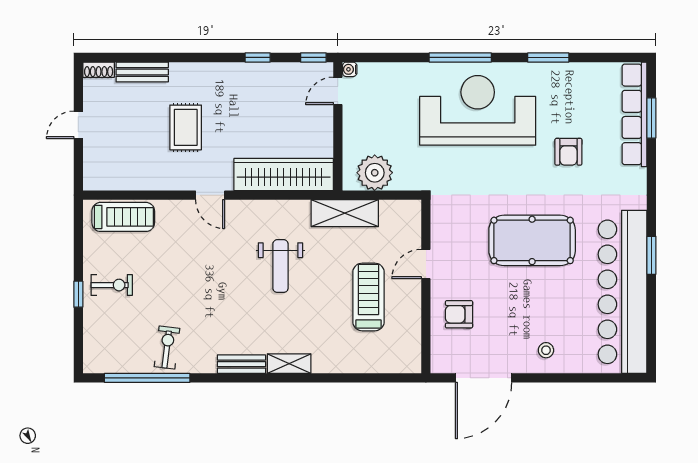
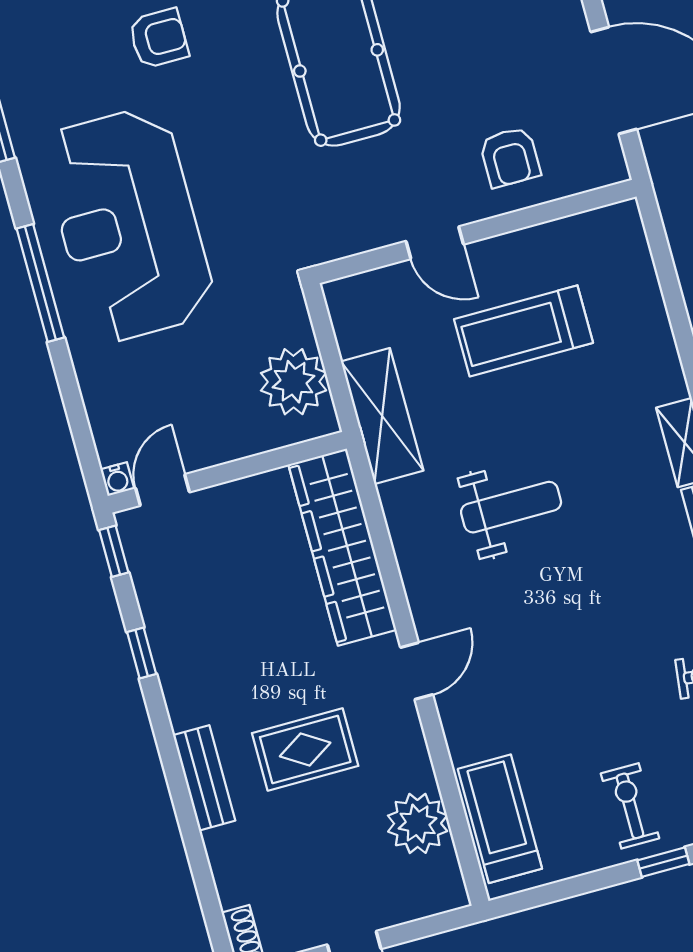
bench: (142, 72) -> (204, 778), moved
door: (338, 91) -> (162, 490), swing flipped
plant: (132, 174) -> (418, 823), added

